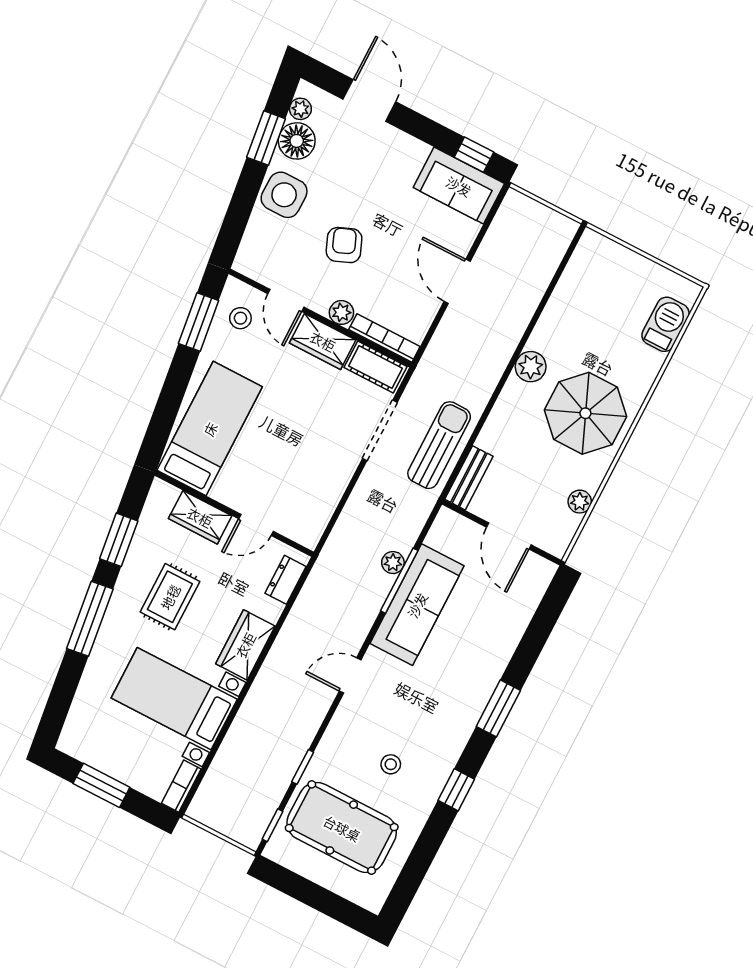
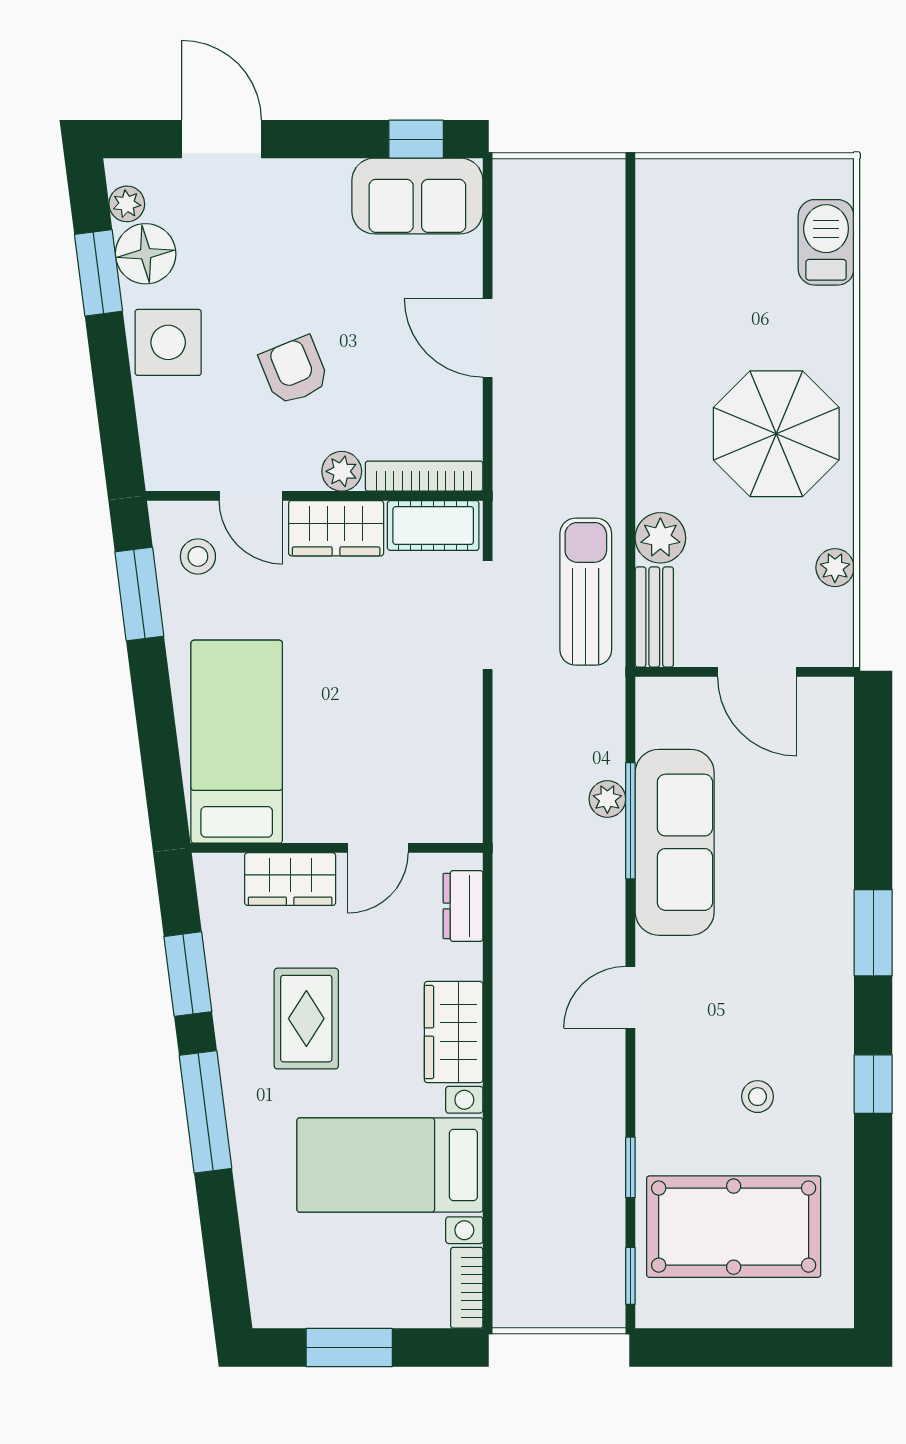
plant: (531, 367) -> (660, 538), moved

